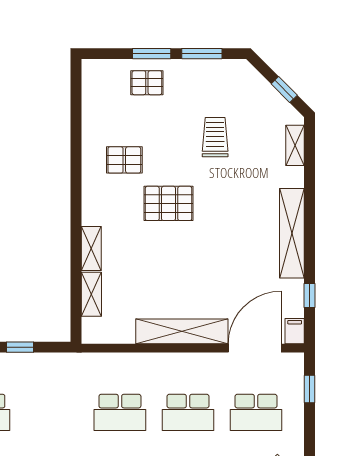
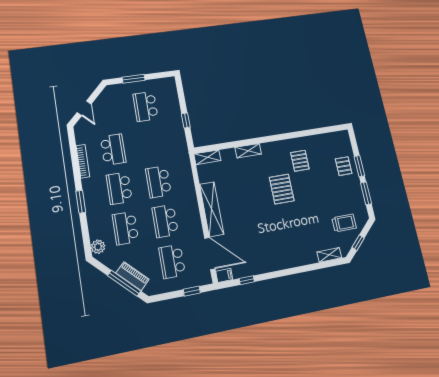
trolley: (215, 137) -> (344, 223), moved
shelving: (292, 233) -> (280, 263), removed
shelving: (91, 294) -> (207, 157), moved

